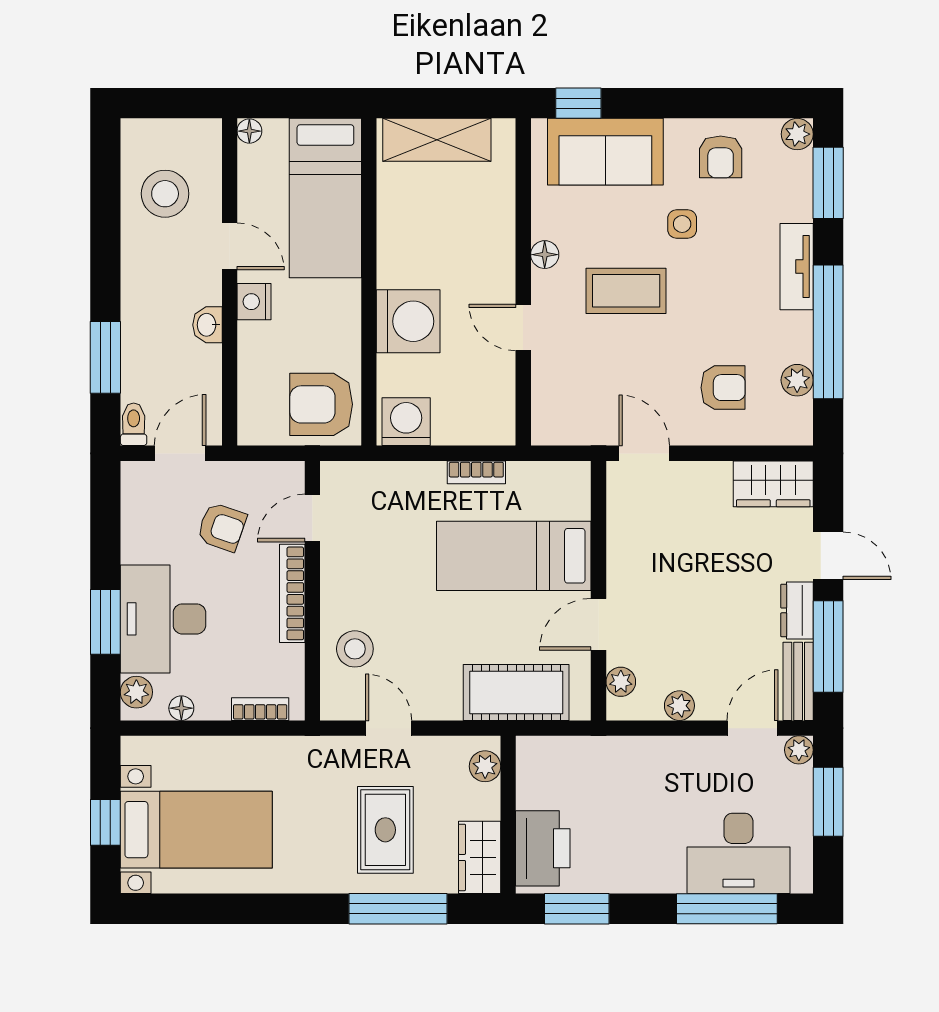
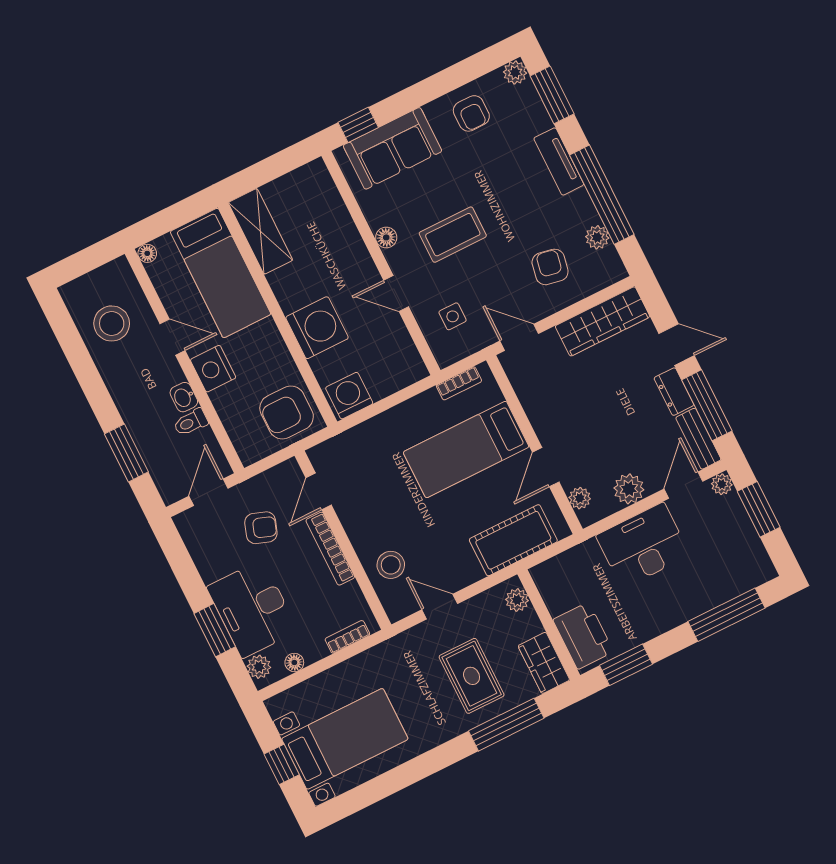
shelving: (437, 140) -> (260, 231), moved, turned 90
side table: (682, 224) -> (453, 316), moved
nightstand: (254, 302) -> (213, 369), width x1.36, depth x1.33
armchair: (723, 388) -> (550, 267), turned -79
toilet: (134, 424) -> (191, 422), moved, turned -90
bookcase: (476, 472) -> (459, 383), moved
wardrobe: (773, 484) -> (602, 321), width x1.50
plant: (679, 706) -> (629, 489), width x1.38, depth x1.38
desk: (738, 853) -> (643, 545), moved, turned 180

